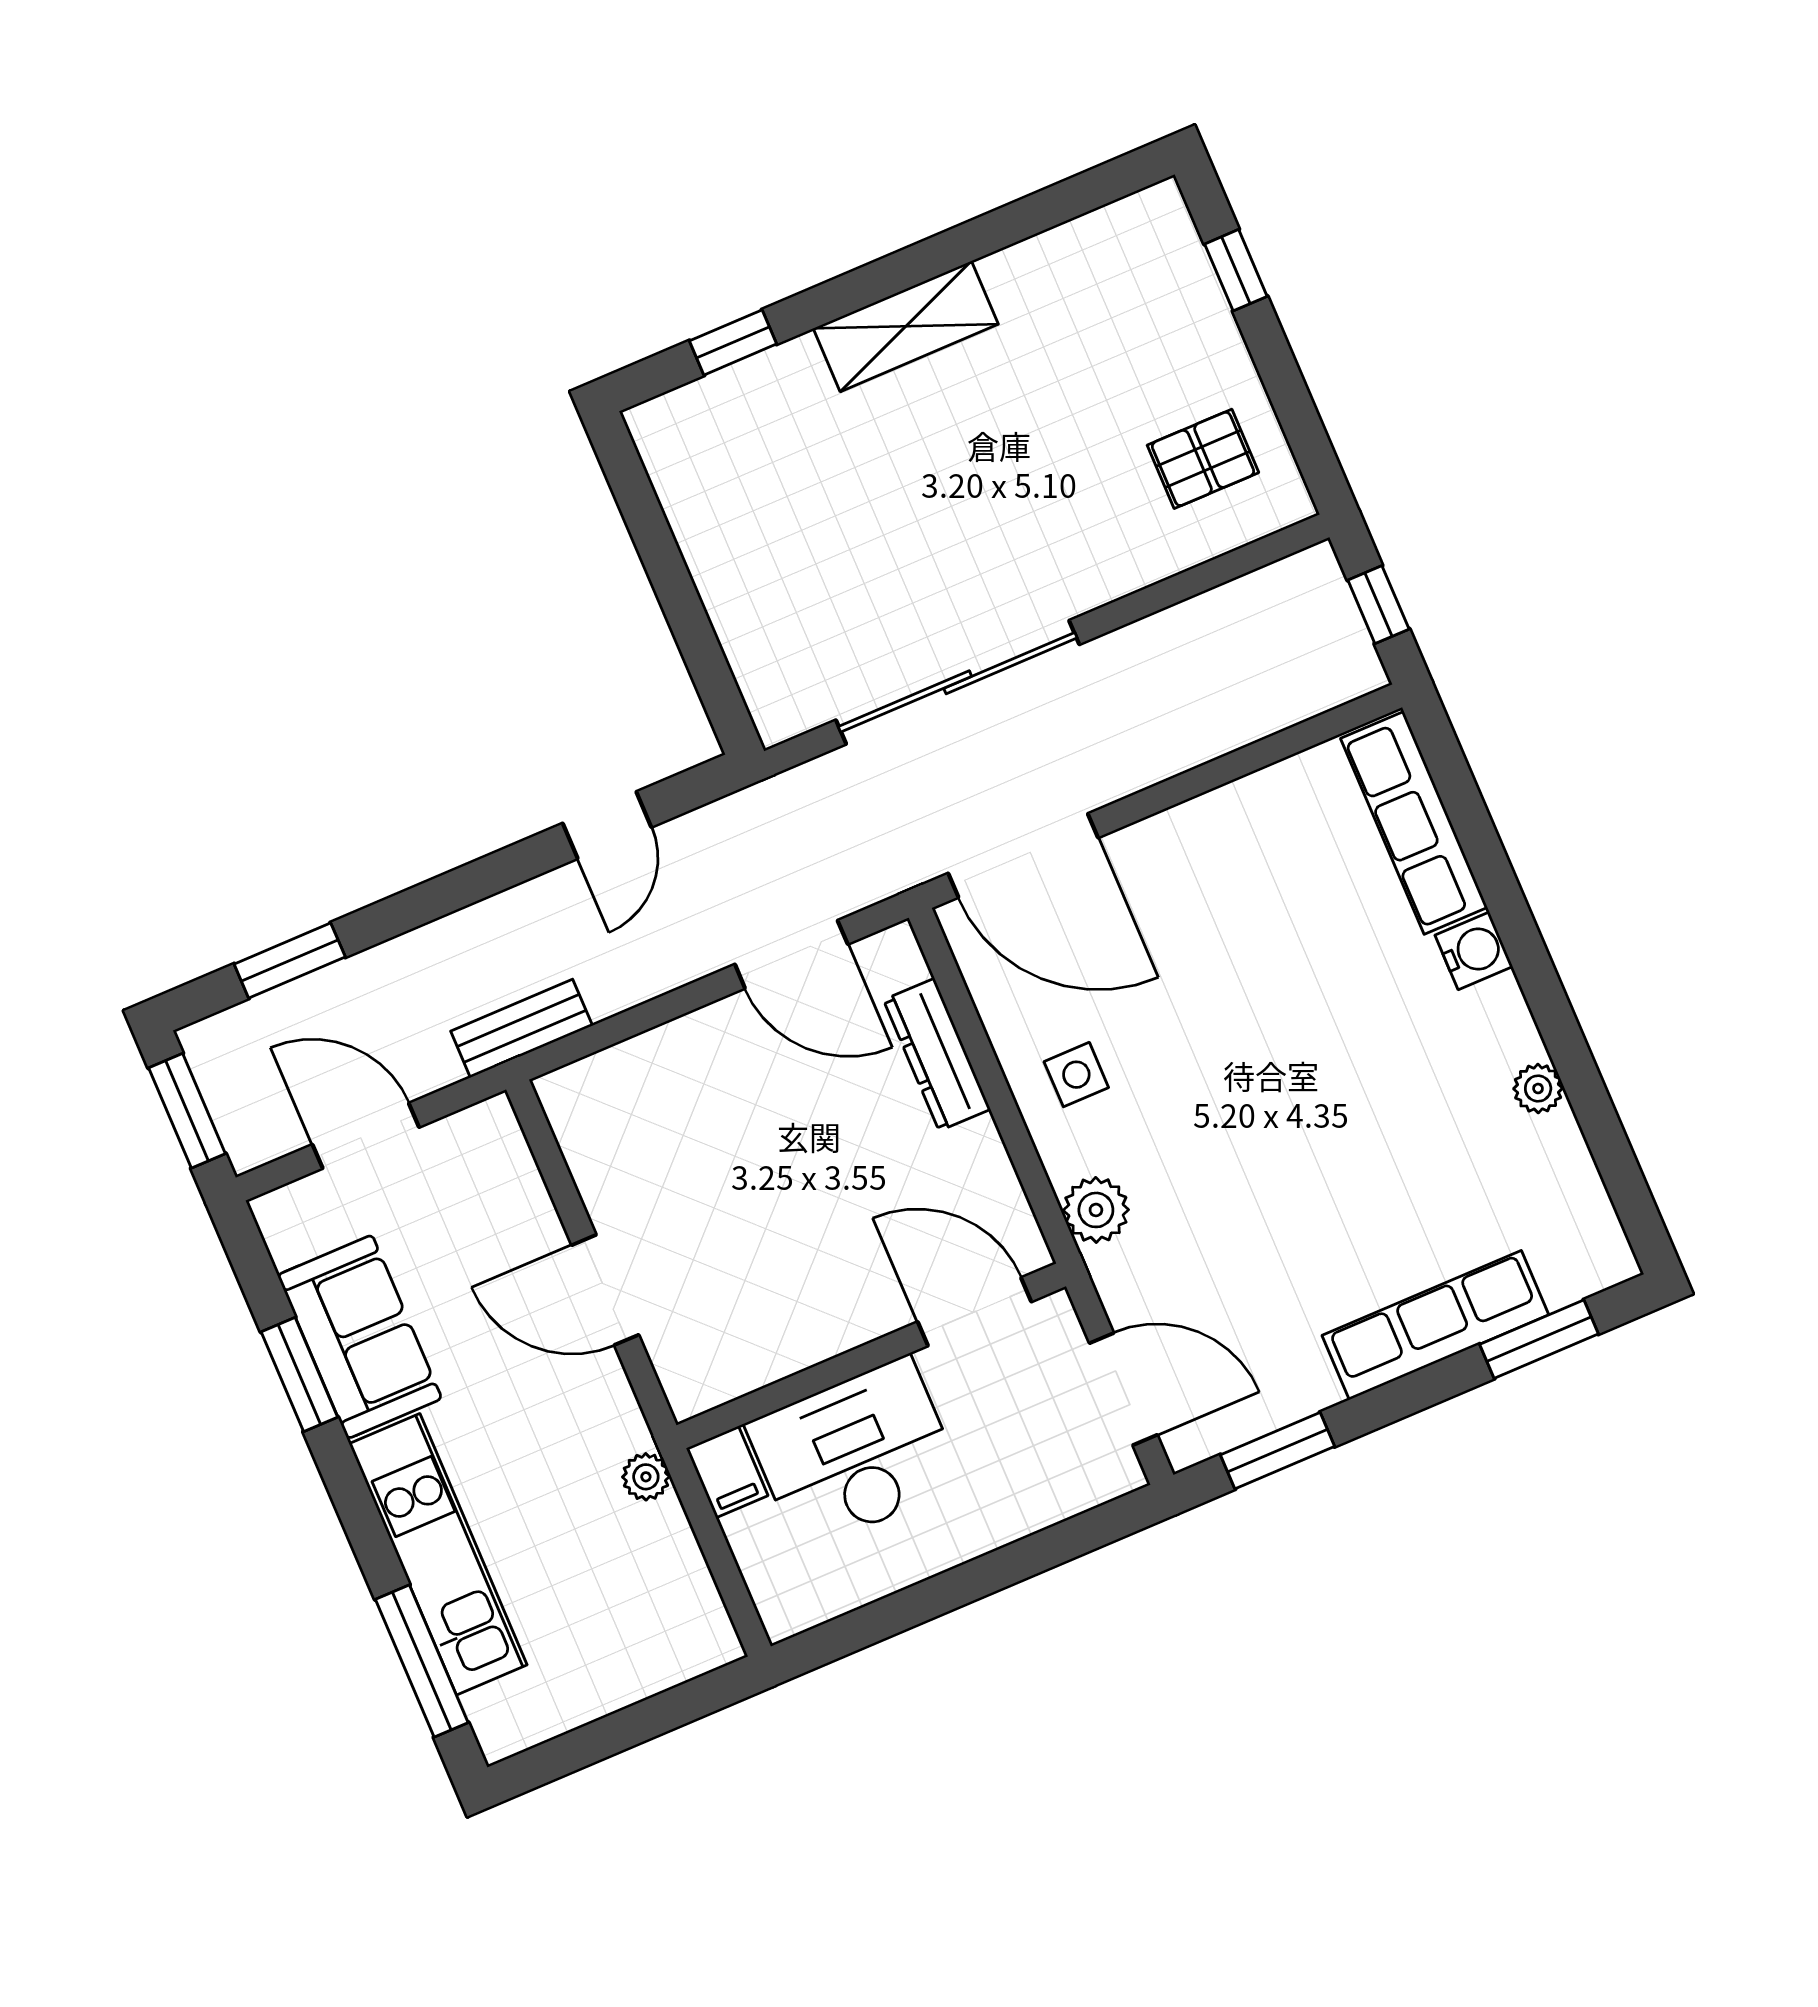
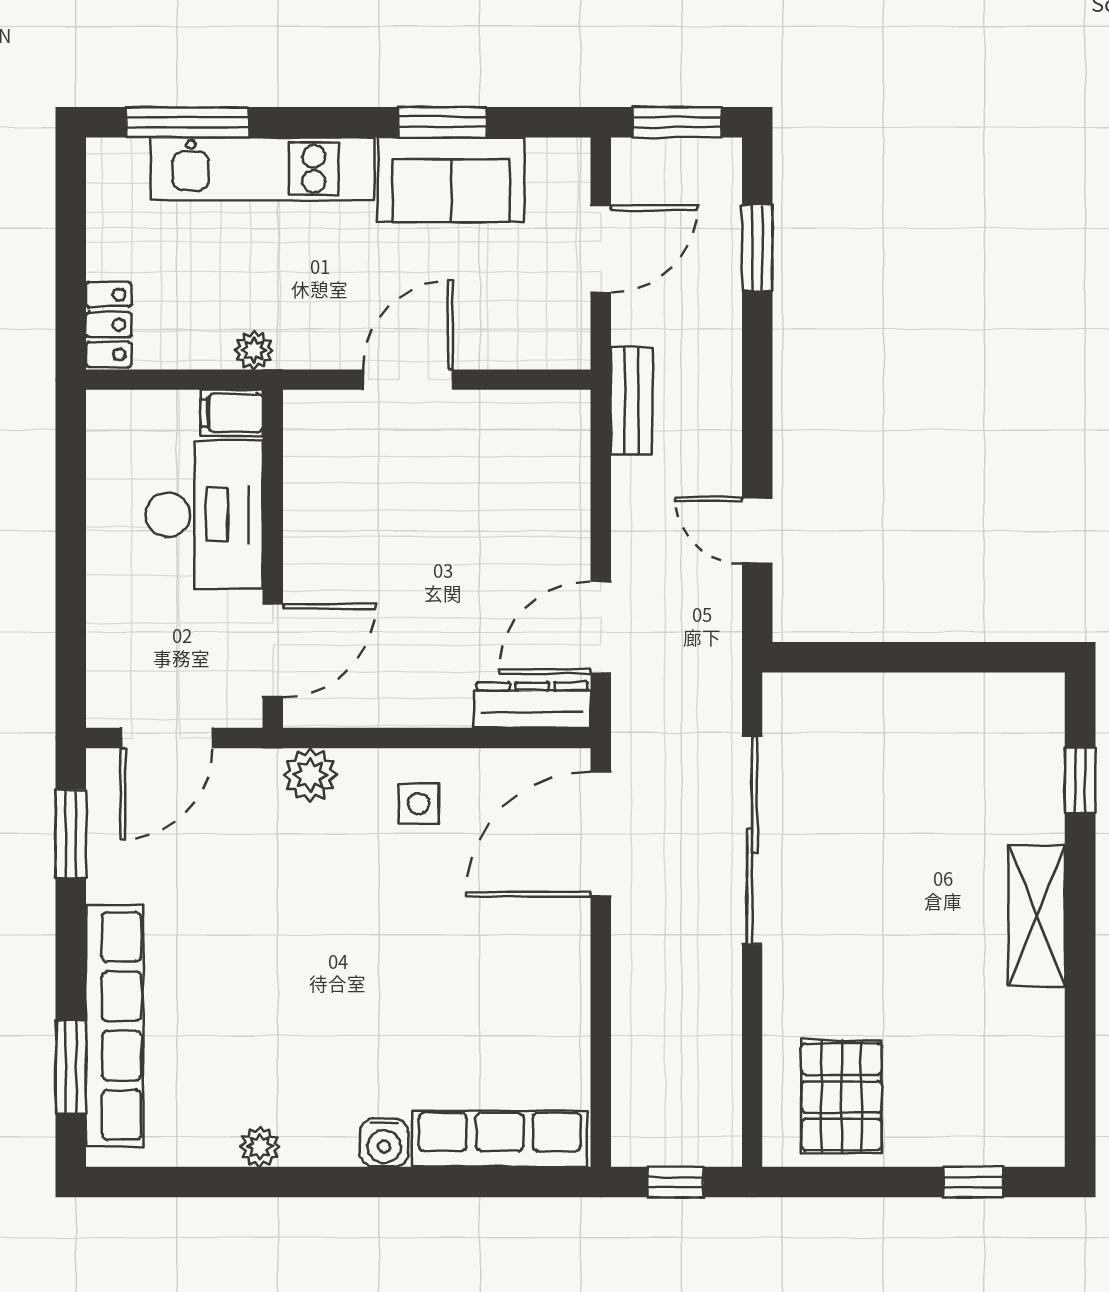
pallet: (1203, 459) -> (842, 1097), width x1.50, depth x1.42
dresser: (937, 1055) -> (532, 705), moved
row of seats: (1435, 1325) -> (115, 1026), width x1.36
locker: (687, 1652) -> (109, 325), added

